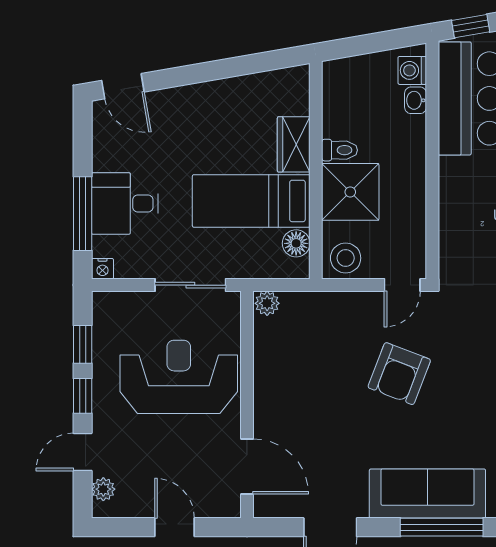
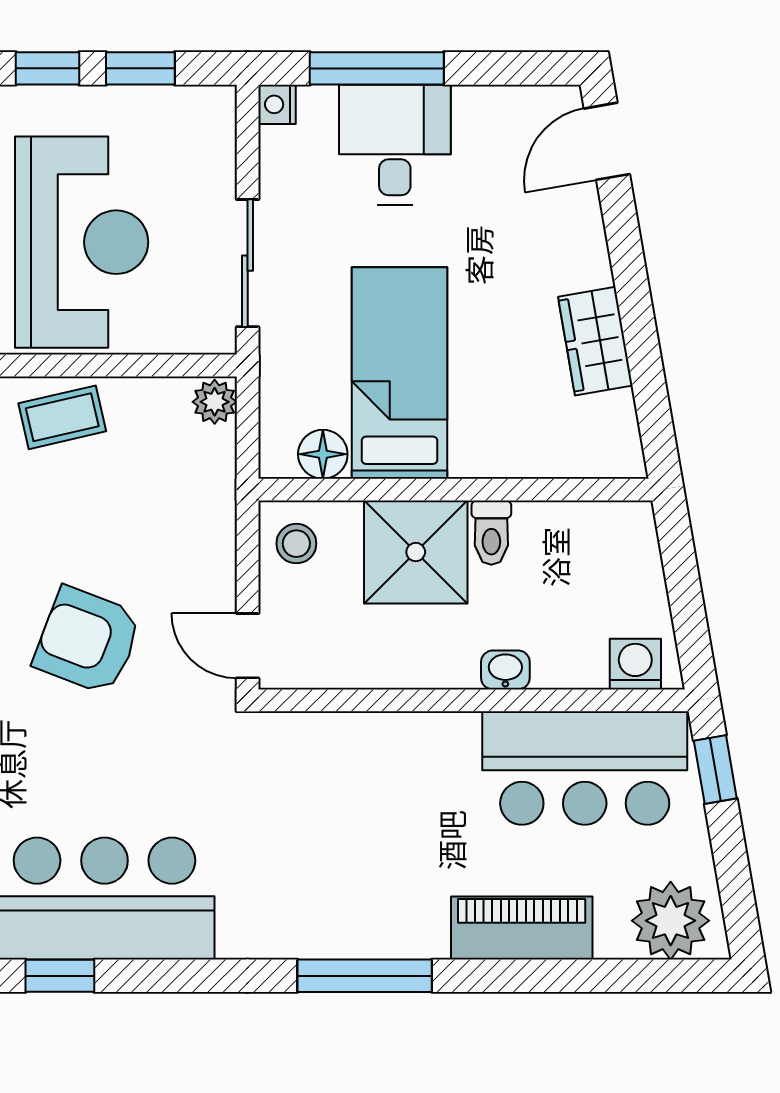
washbasin: (416, 100) -> (505, 670), moved
wardrobe: (294, 144) -> (595, 341), moved, turned -100
stool: (346, 258) -> (296, 544), width x0.73, depth x0.73
coffee table: (276, 388) -> (62, 417), added

